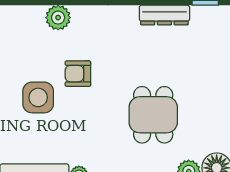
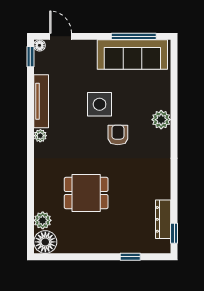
dresser: (164, 15) -> (163, 219), moved

